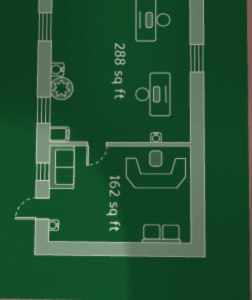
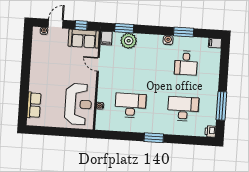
desk: (88, 20) -> (186, 63), added
water cooler: (57, 69) -> (168, 40), moved
plant: (61, 89) -> (129, 41), moved
desk: (153, 94) -> (130, 105), turned 180
door: (42, 209) -> (56, 24), hinge flipped

